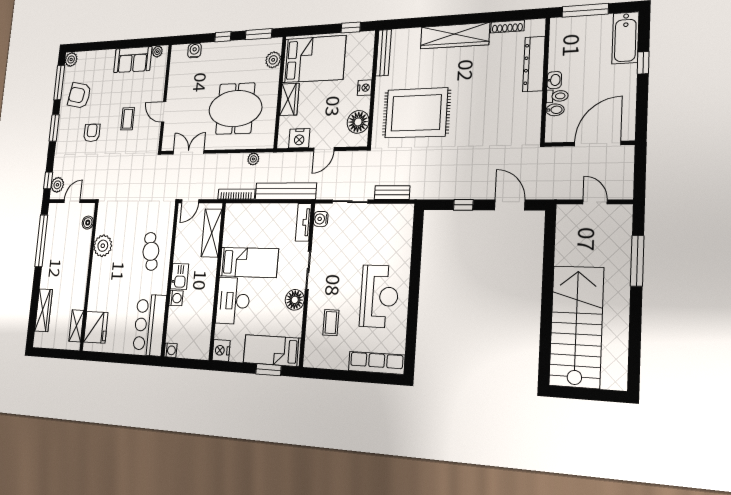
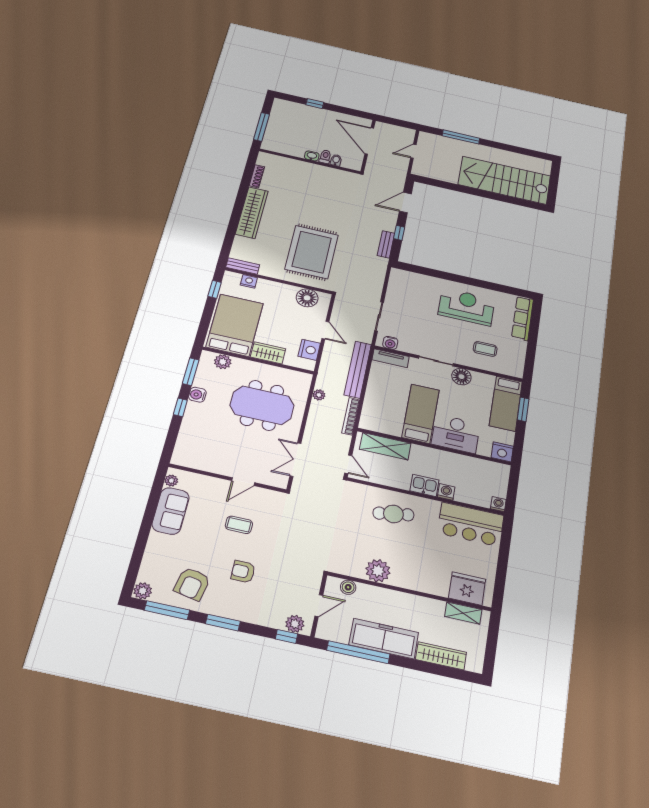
bathtub: (625, 38) -> (292, 109), removed
water cooler: (194, 50) -> (197, 395), moved
bench: (384, 53) -> (243, 266), width x0.73
dresser: (534, 64) -> (294, 166), removed
nightstand: (365, 88) -> (249, 281), moved
meeting table: (235, 109) -> (262, 405), turned 90
bench: (392, 193) -> (386, 244), moved
door: (72, 201) -> (319, 606), swing flipped
freezer: (52, 260) -> (384, 639), added

